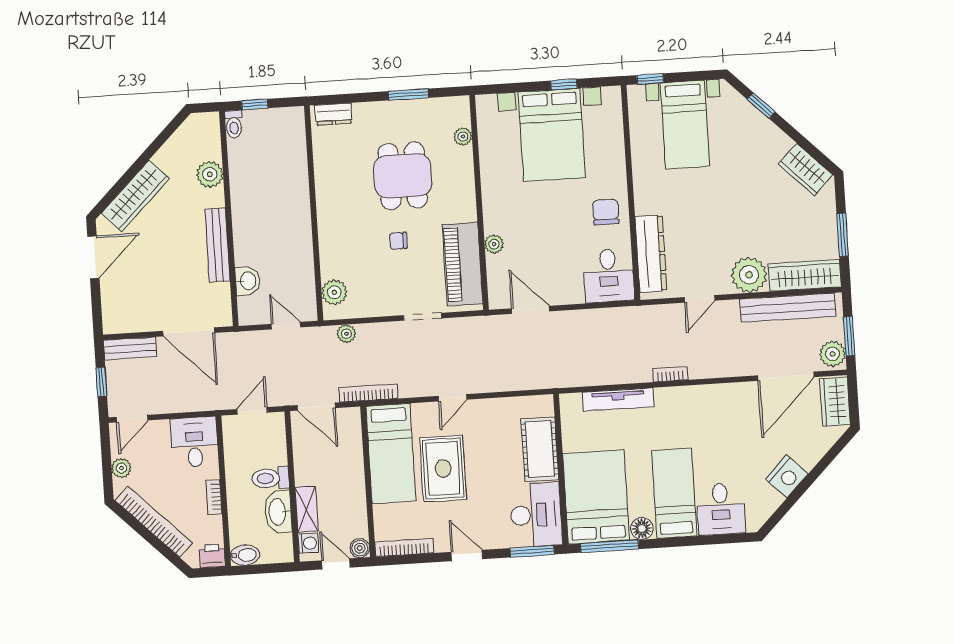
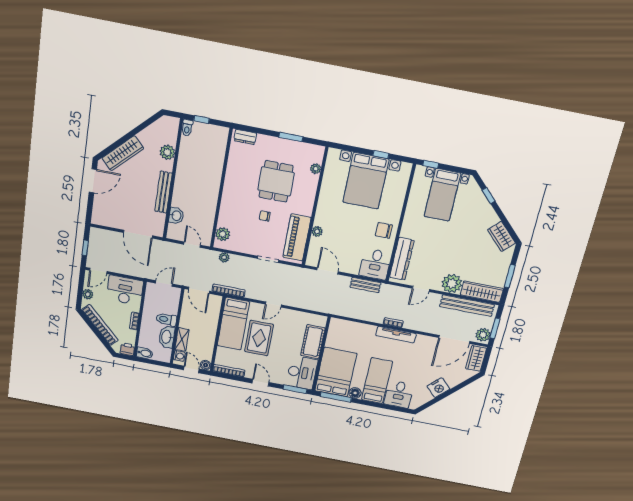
chair: (606, 212) -> (384, 230), turned -90
bench: (130, 348) -> (365, 285), moved
tv unit: (618, 400) -> (396, 335), moved
desk: (194, 442) -> (125, 290), width x1.37

